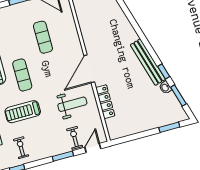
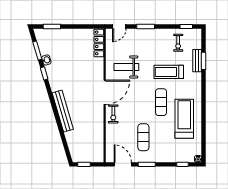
exercise mat: (43, 37) -> (143, 137), moved
bench: (148, 62) -> (63, 111), moved
locker: (105, 102) -> (99, 43), moved
treadmill: (23, 112) -> (169, 72), turned 180
exercise bike: (75, 138) -> (113, 114), moved

